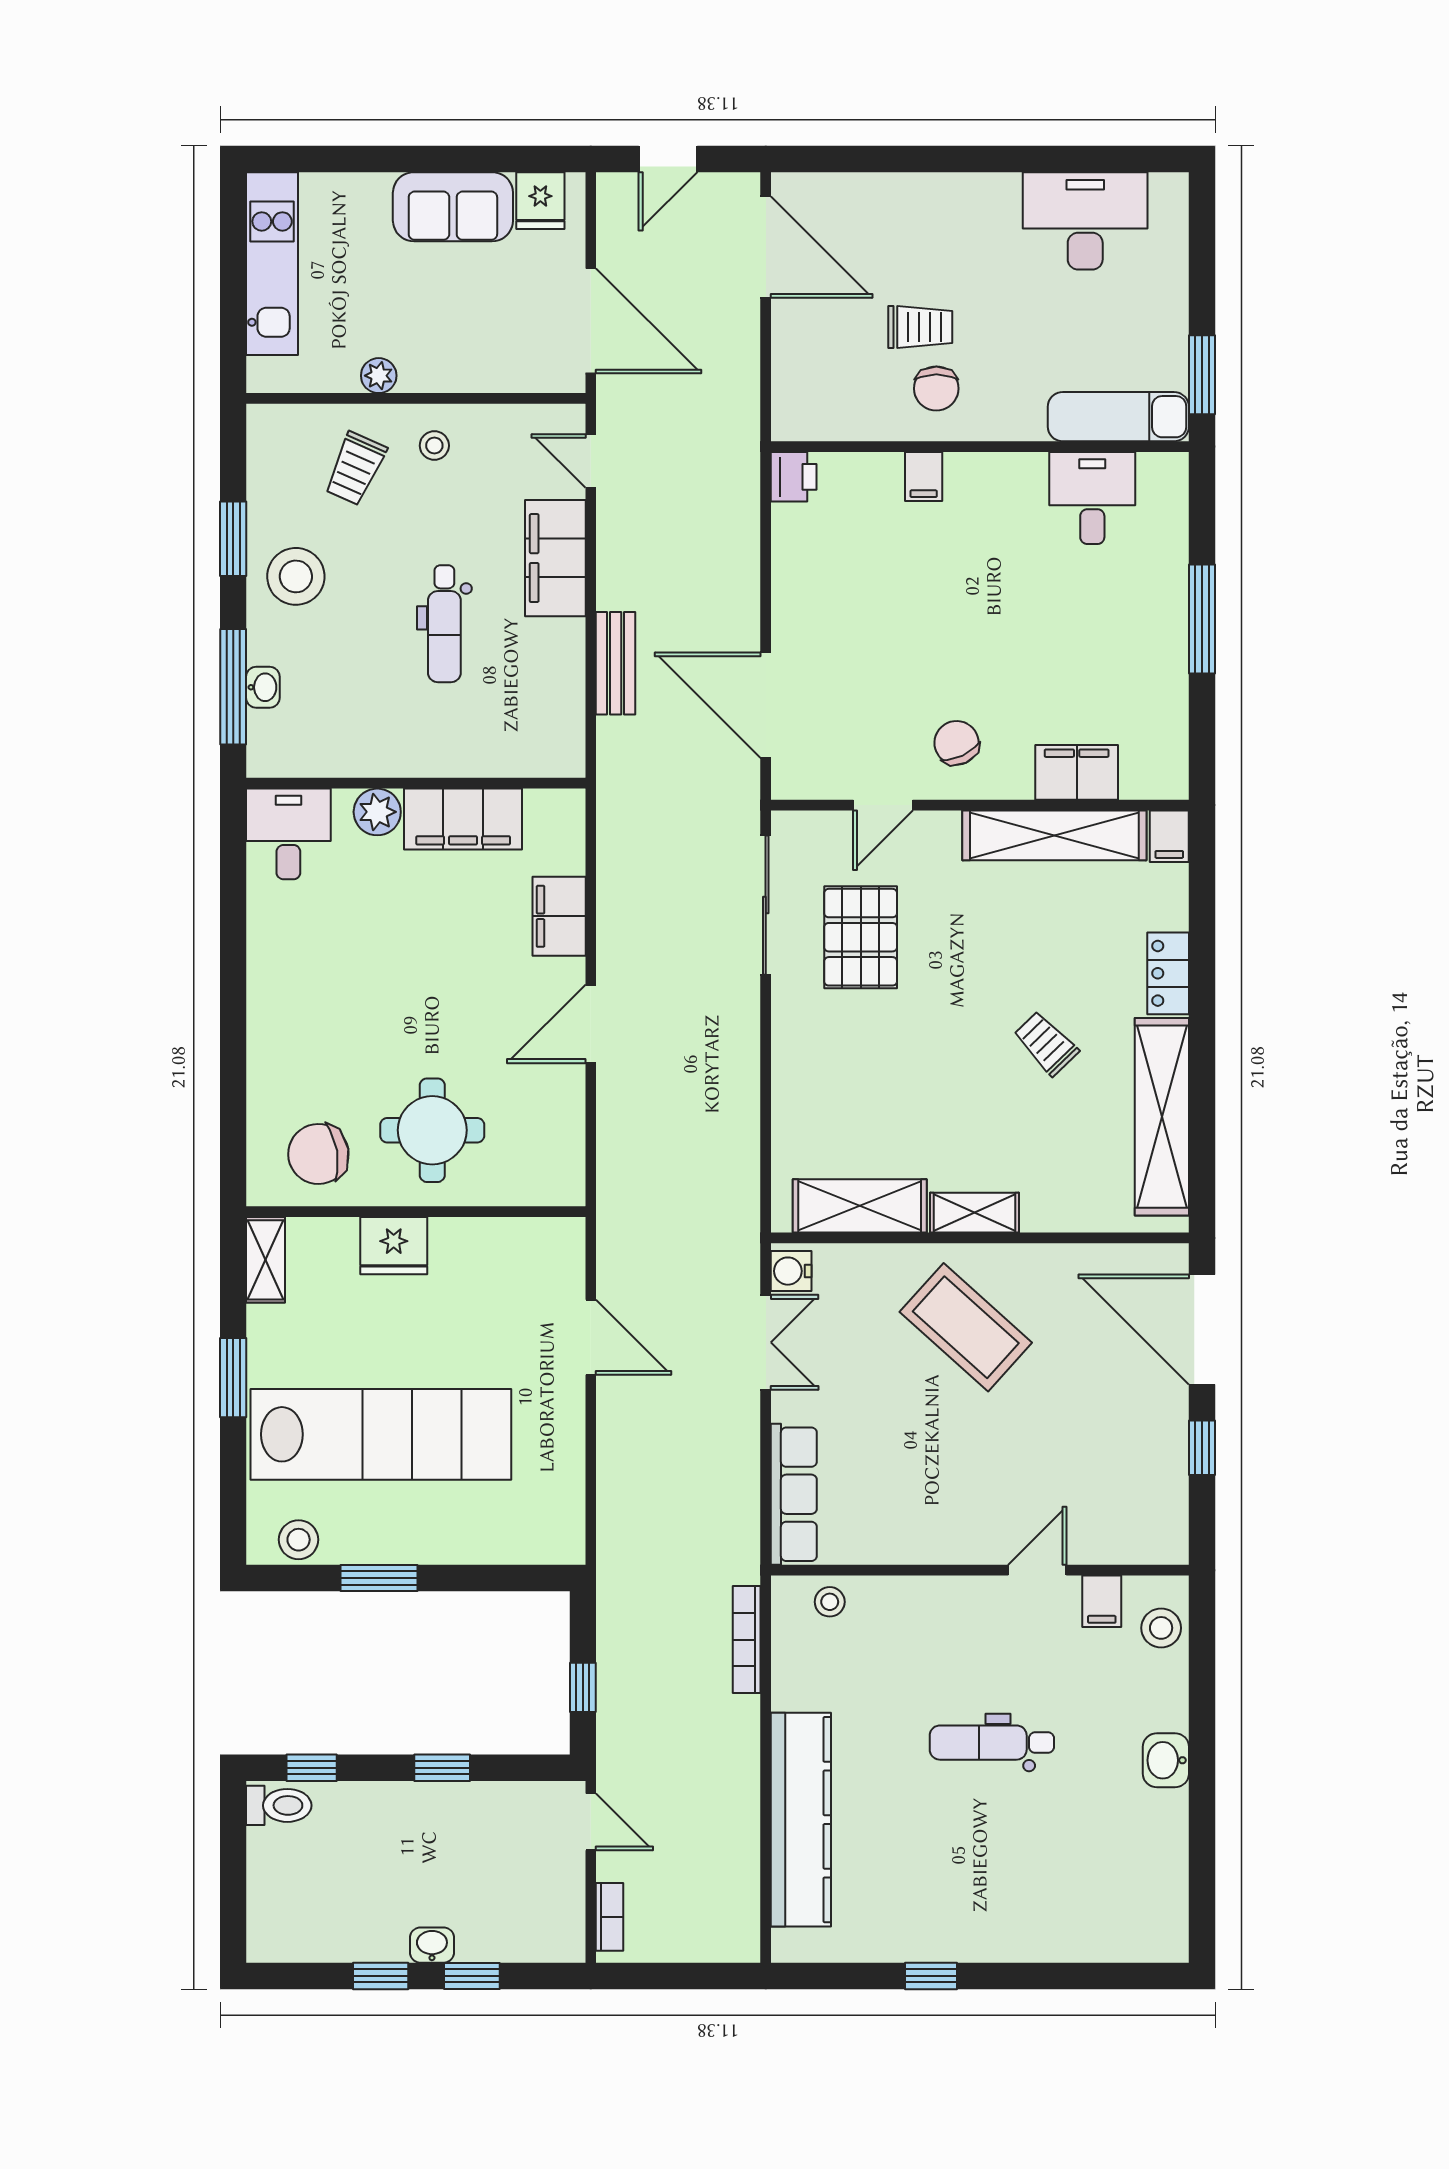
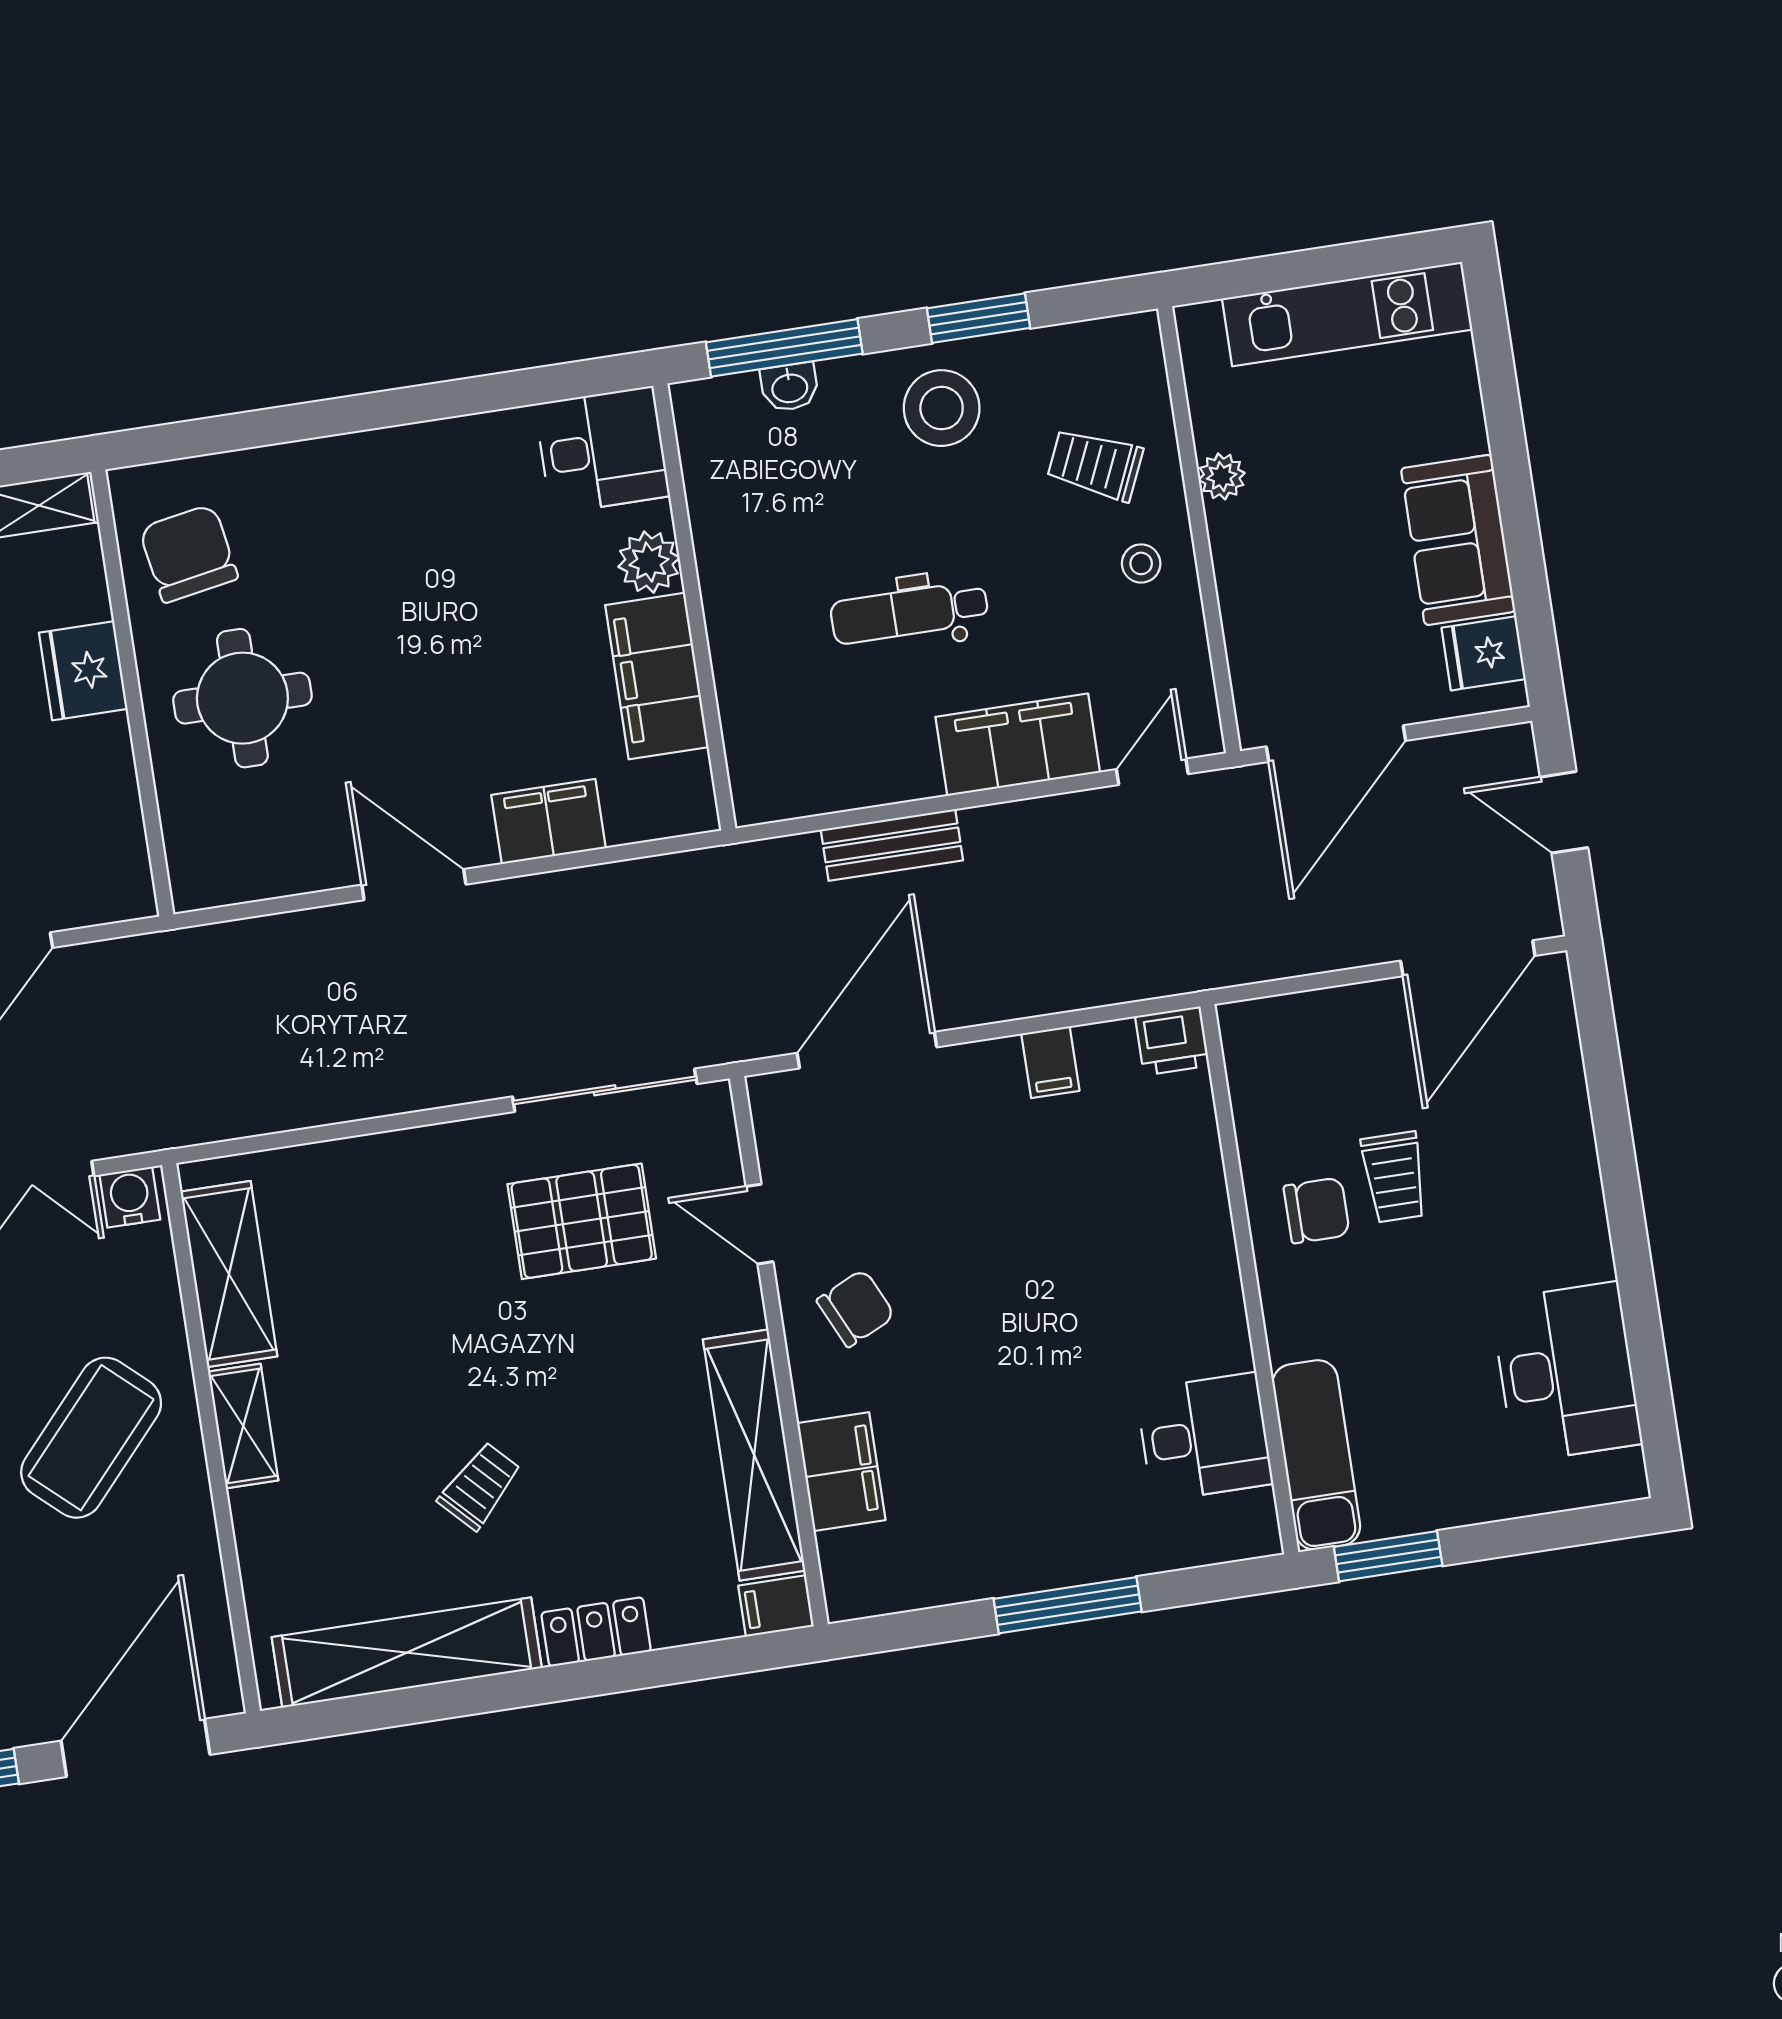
chair: (936, 389) -> (1317, 1210), turned 180
filing cabinet: (924, 476) -> (1050, 1062), moved, turned -90

